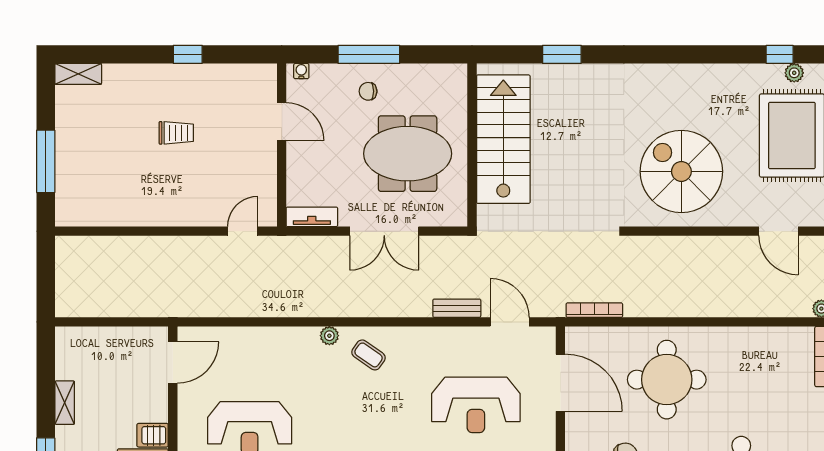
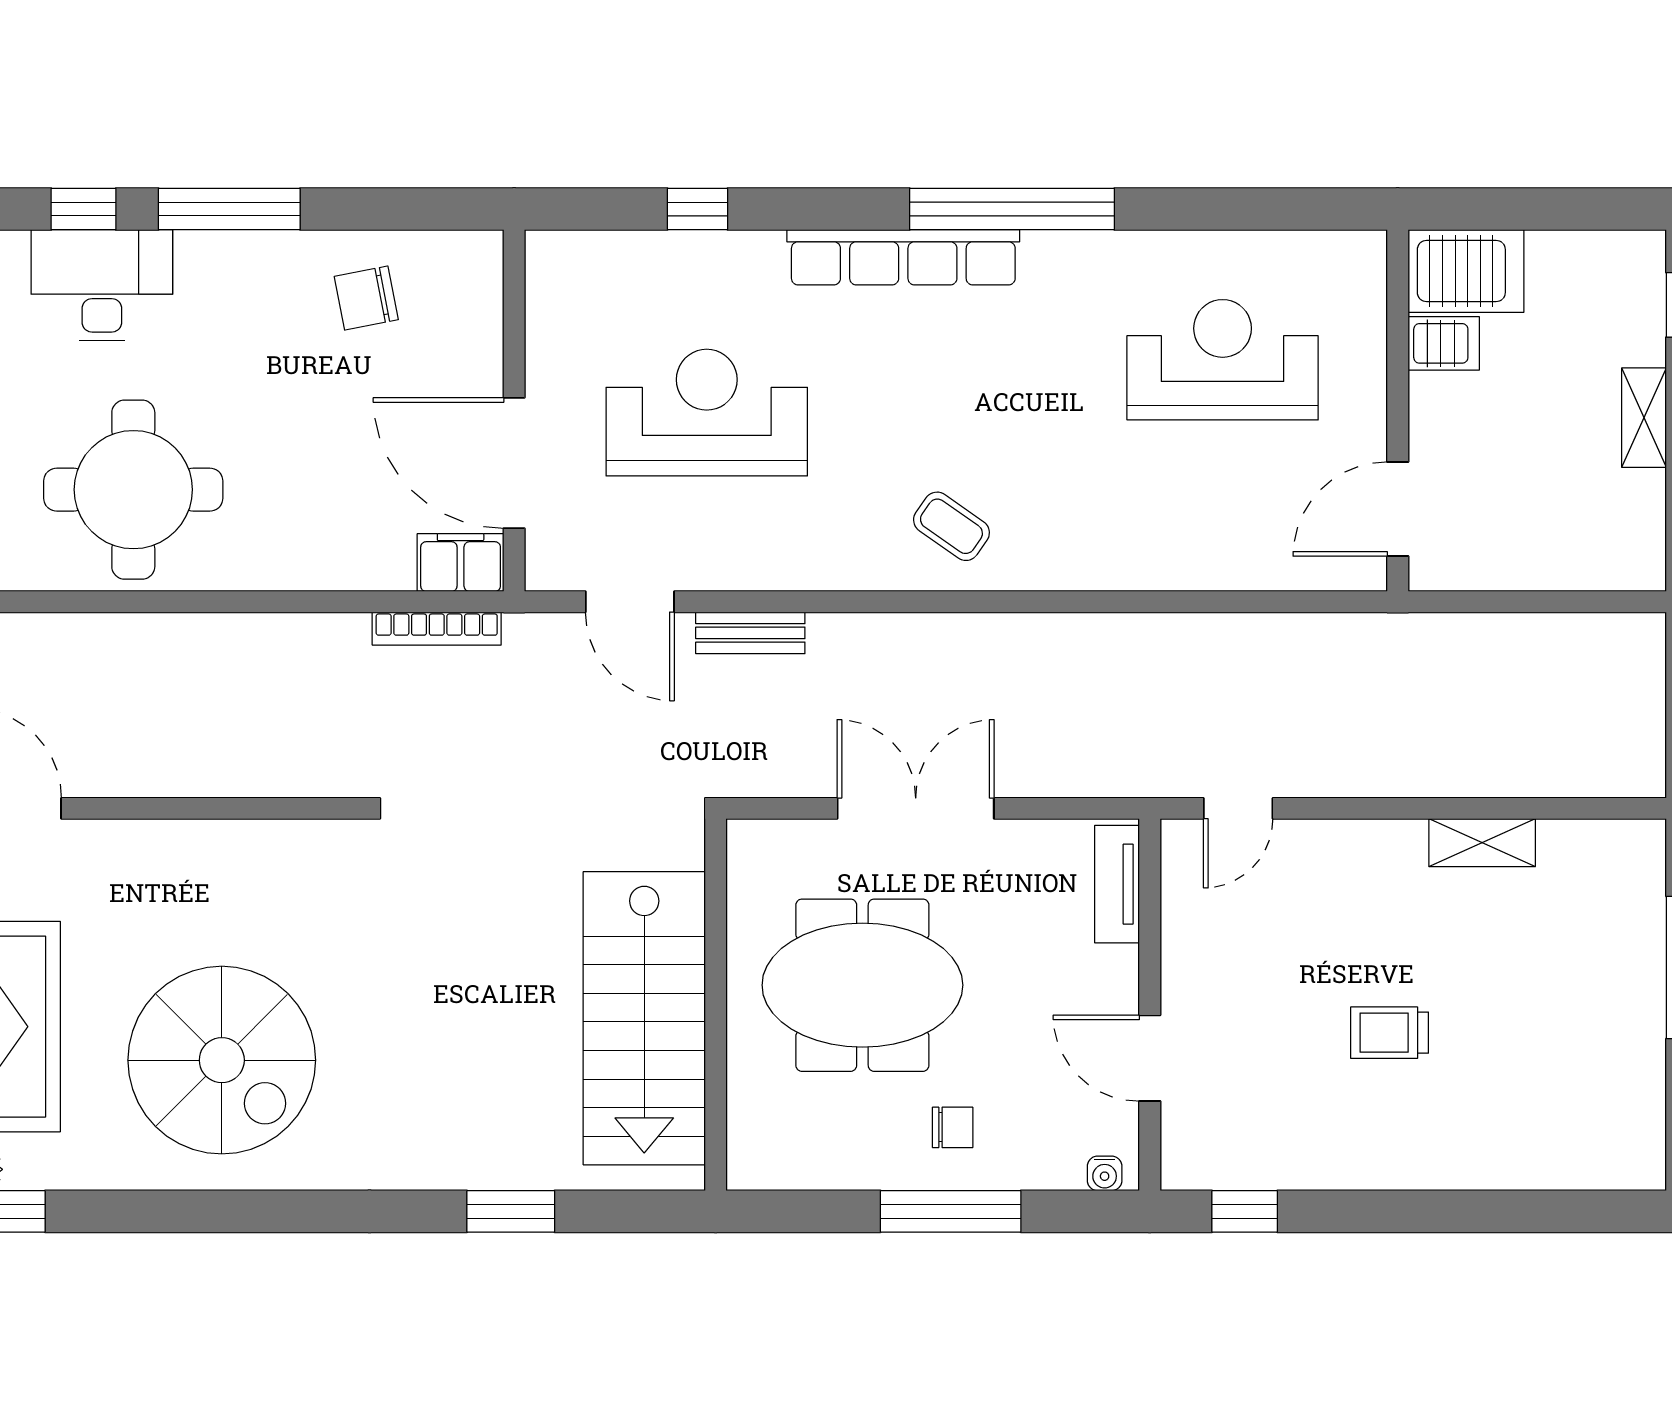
window: (188, 54) -> (1245, 1211), moved
shelving: (78, 74) -> (1482, 843), moved
spiral stairs: (681, 171) -> (222, 1060), moved
tv unit: (312, 217) -> (1117, 884), moved, turned 90
plant: (329, 336) -> (1041, 570), removed
filing cabinet: (584, 339) -> (461, 562), added
round table: (667, 380) -> (133, 490), moved

